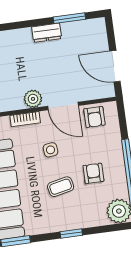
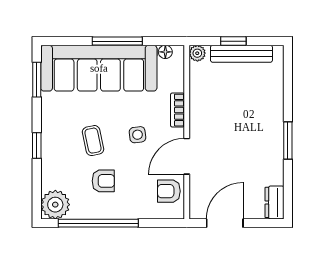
window: (69, 18) -> (288, 141), moved
dresser: (47, 33) -> (275, 202), moved
plant: (33, 99) -> (200, 122), removed

